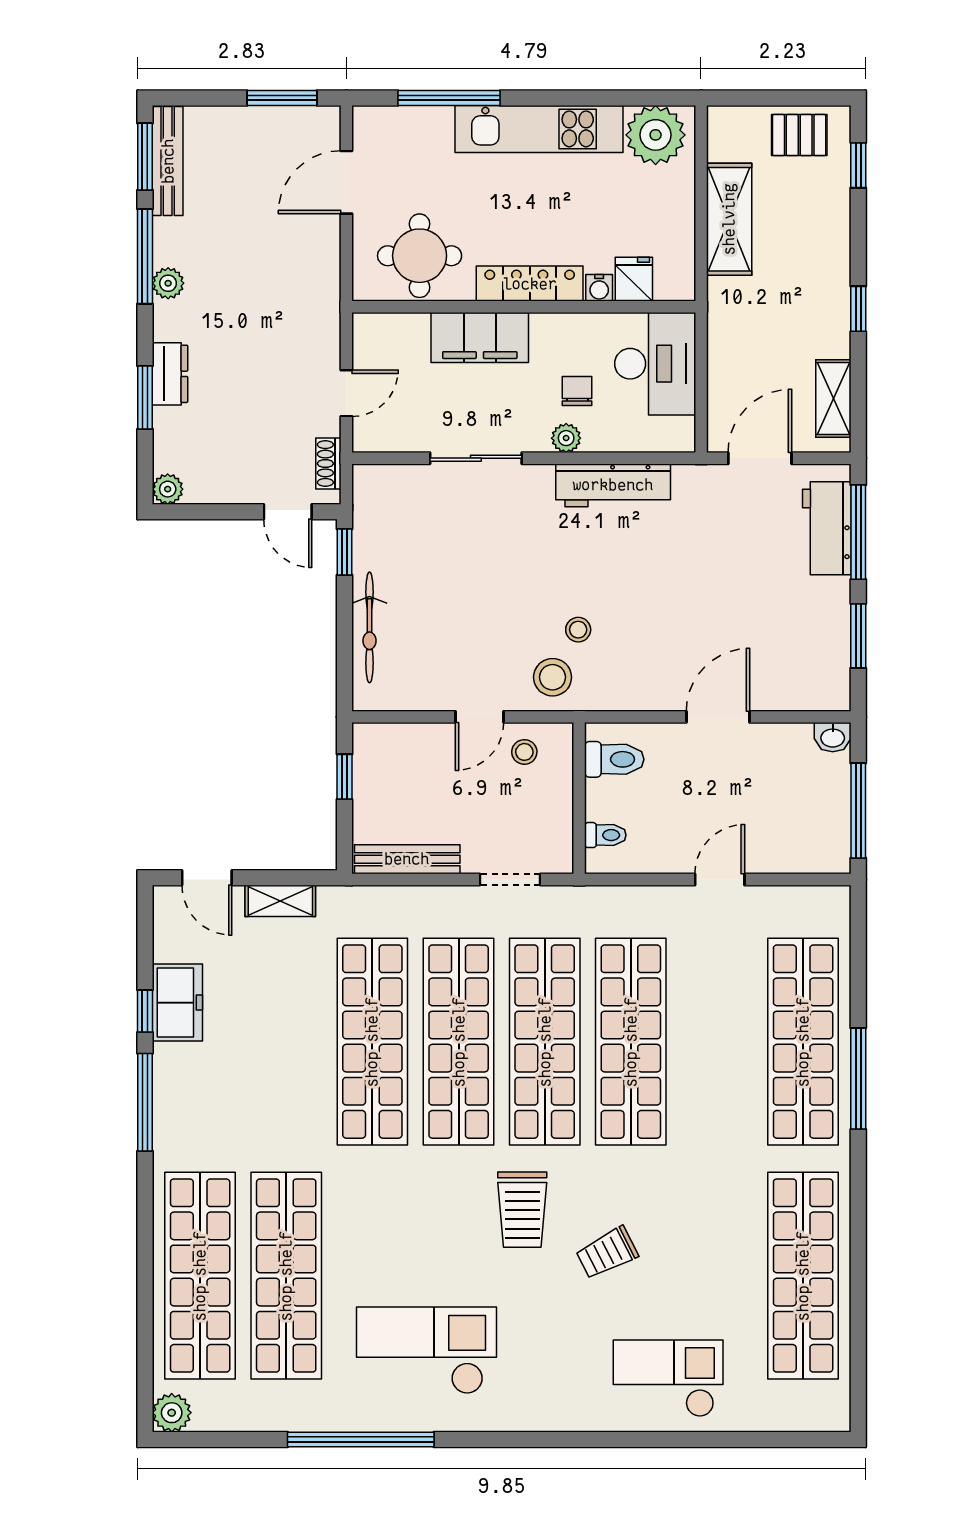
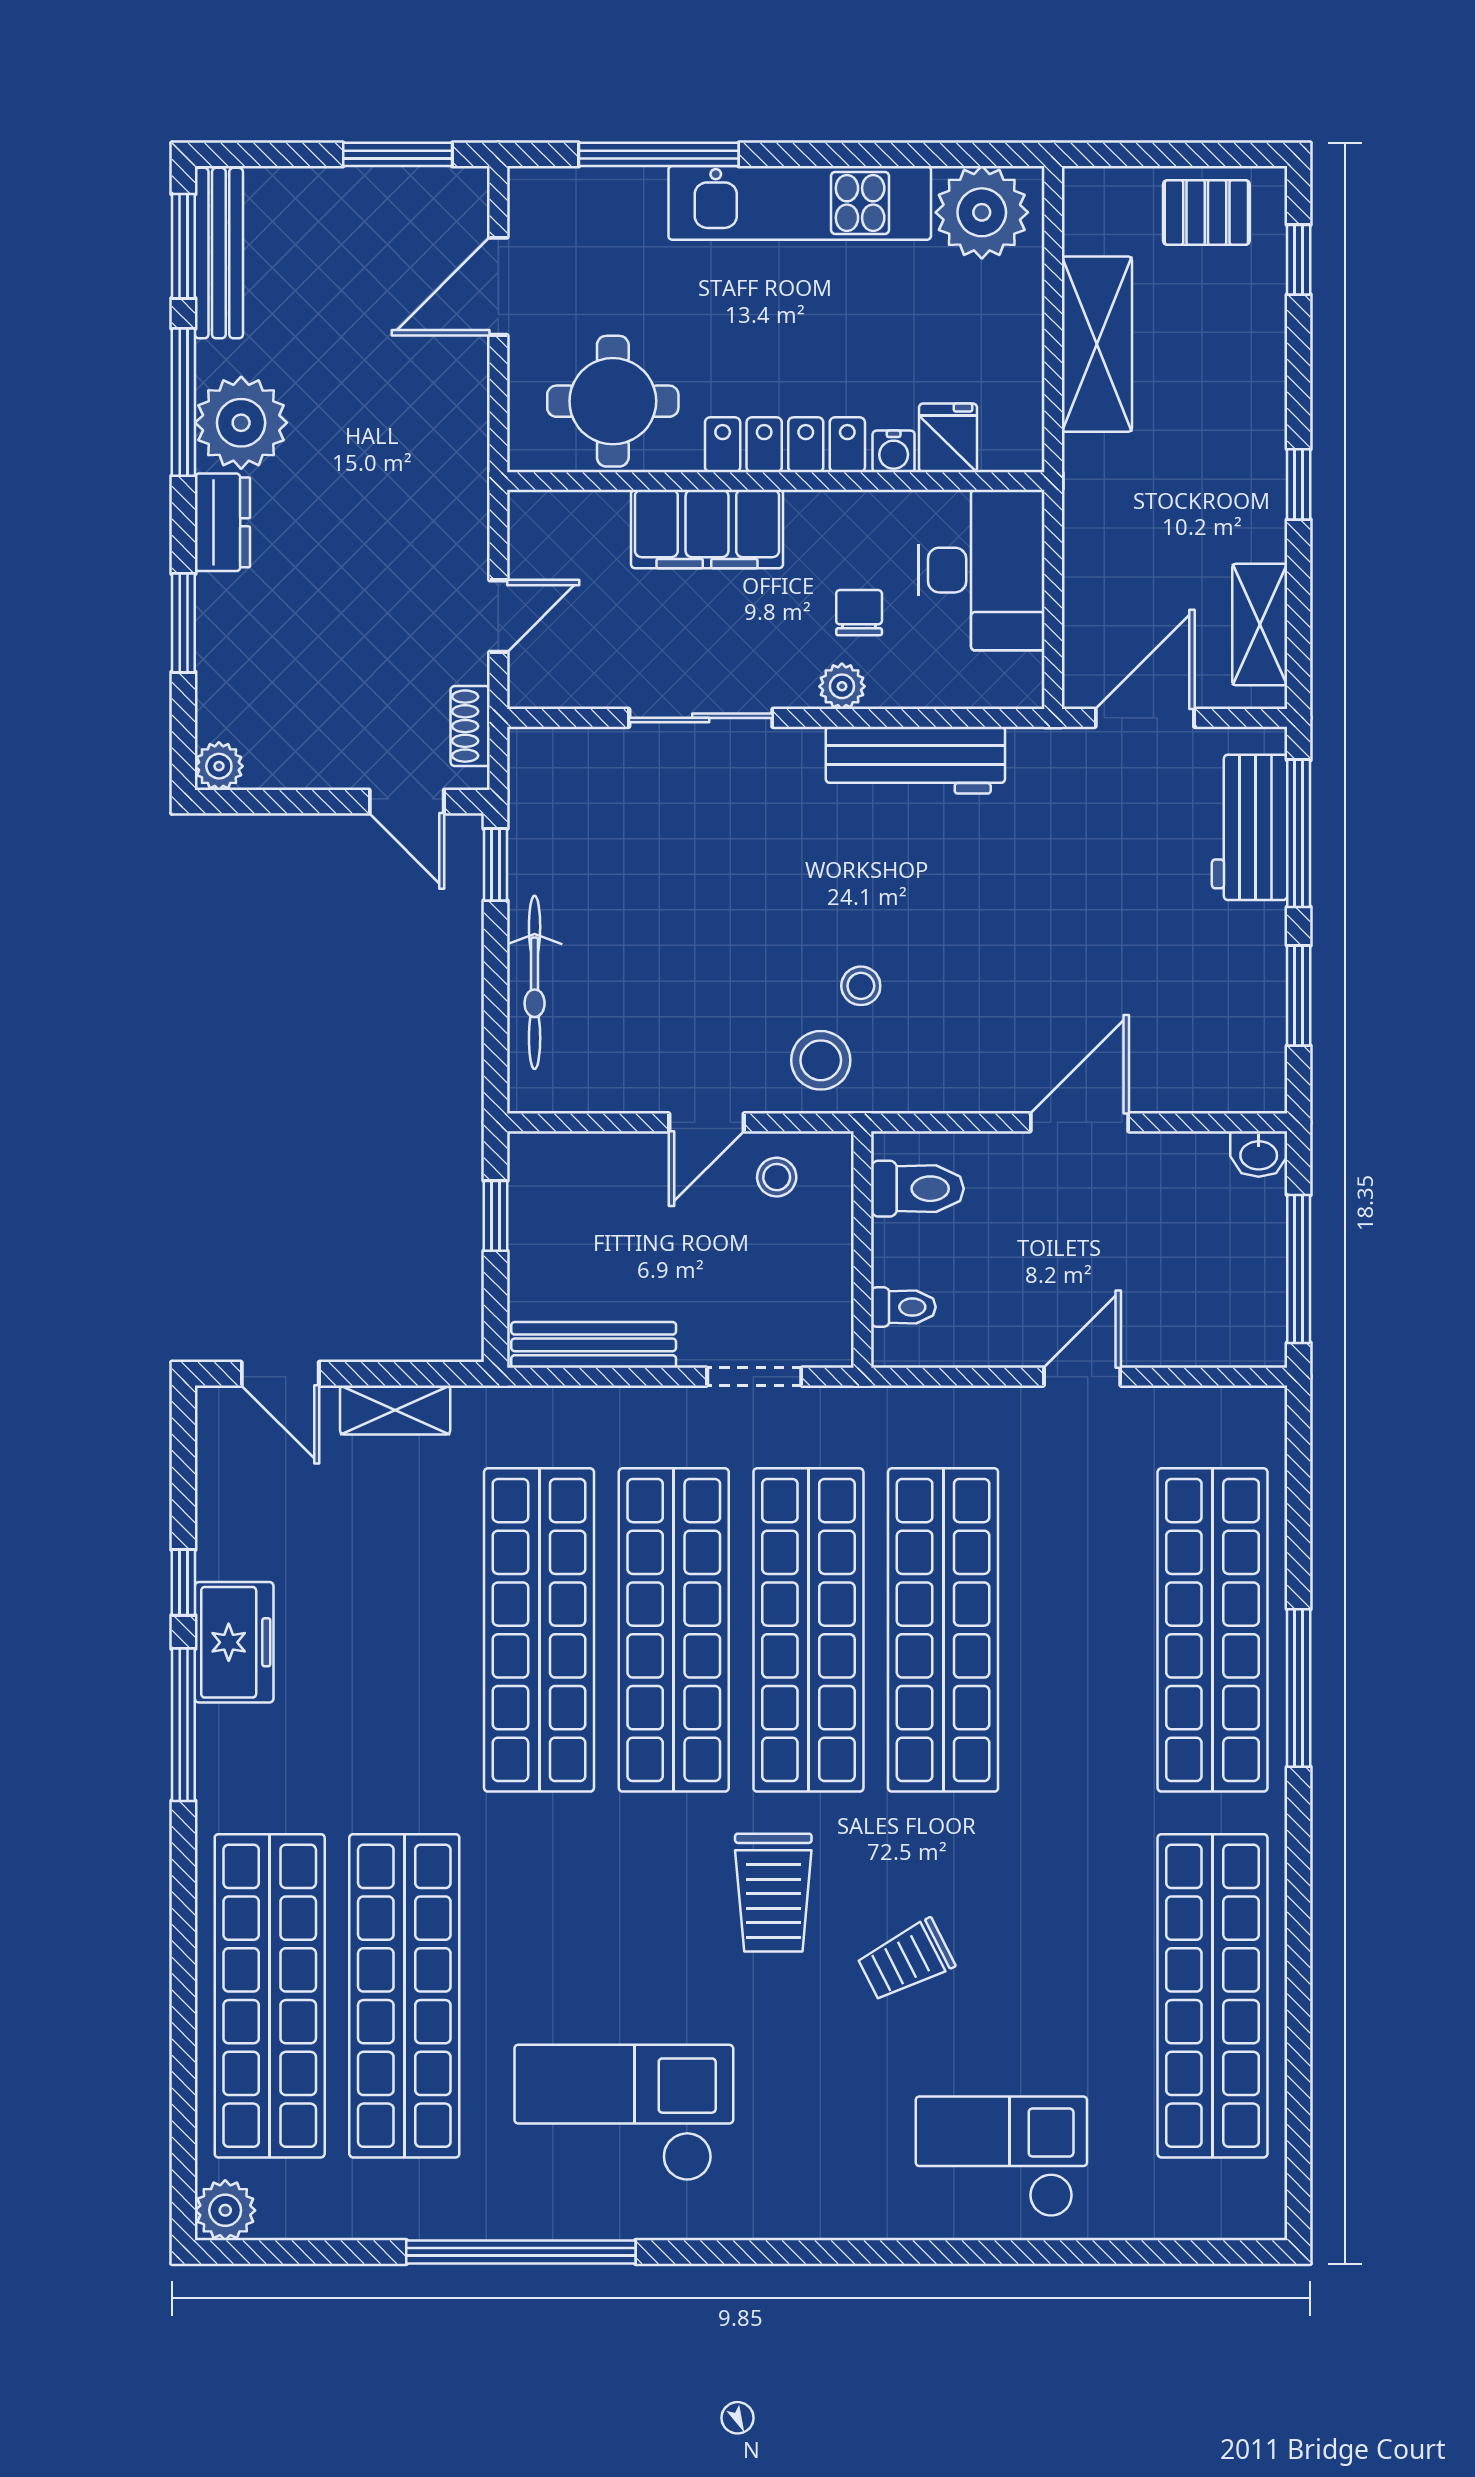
plant: (168, 283) -> (241, 423), width x1.87, depth x1.87
dresser: (170, 374) -> (222, 522), moved
freezer: (177, 1003) -> (234, 1642), moved

